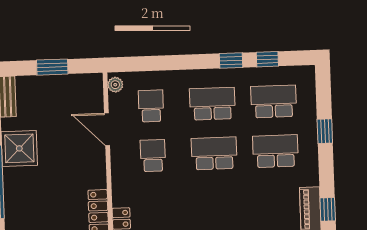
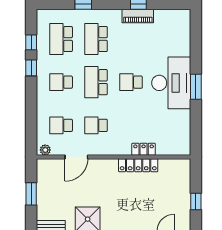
school desk: (212, 104) -> (61, 82), width x0.54
school desk: (216, 203) -> (131, 82), added

